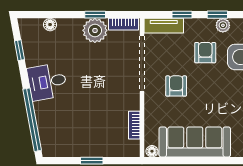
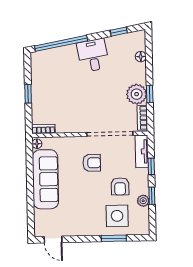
armchair: (205, 53) -> (120, 186), turned 90
bookcase: (134, 125) -> (43, 129), moved

